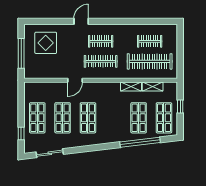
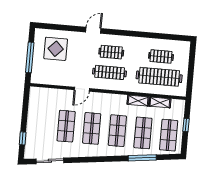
shop shelf: (37, 118) -> (117, 131), moved
window: (140, 142) -> (142, 158), width x0.68

